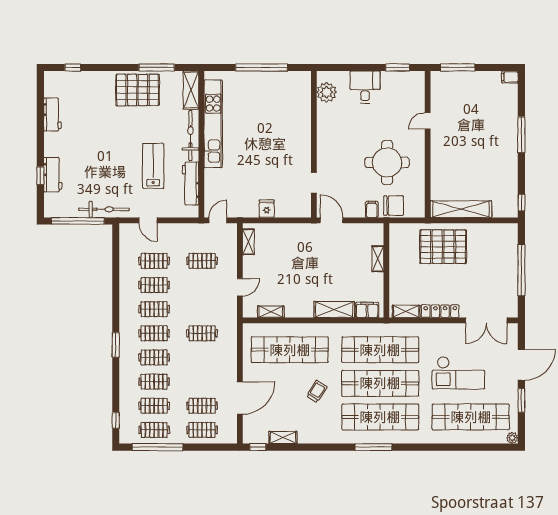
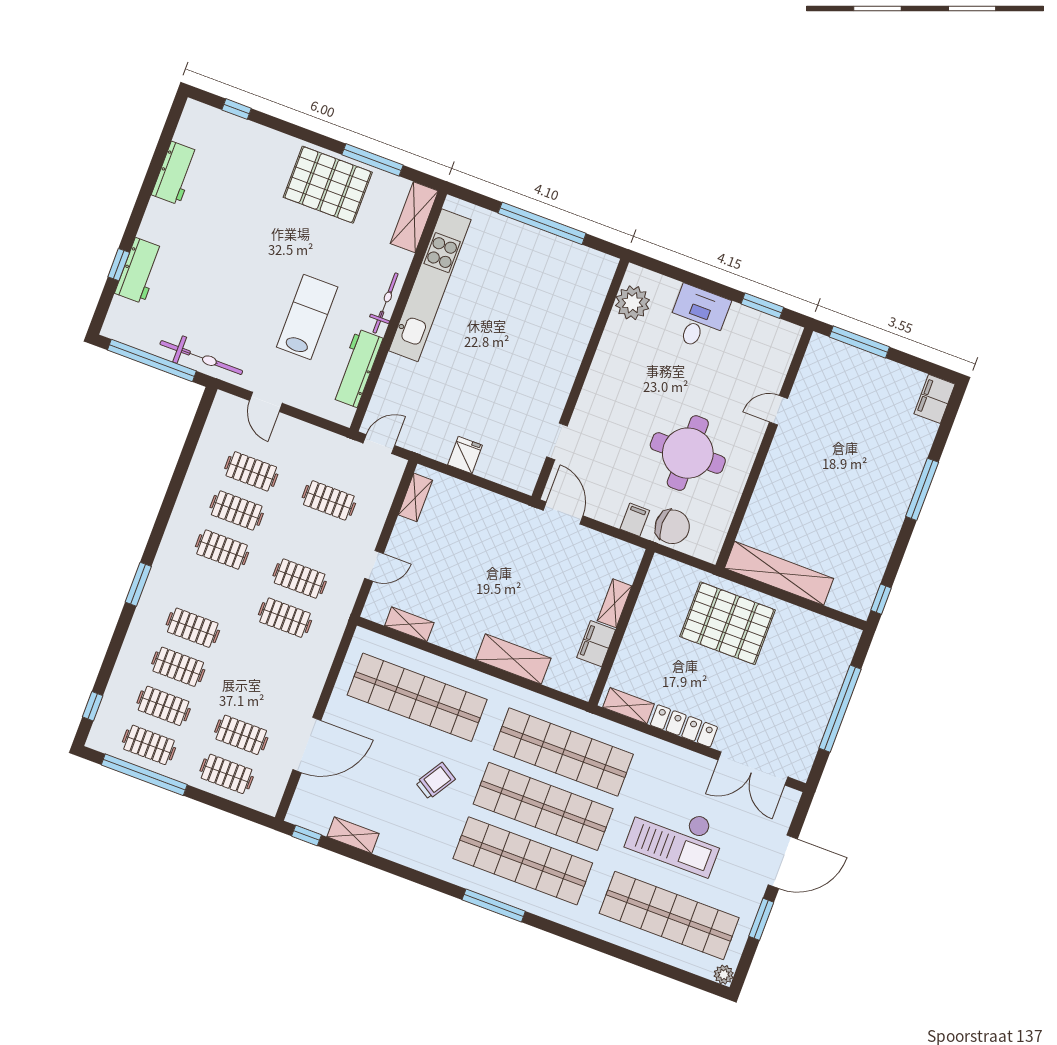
filing cabinet: (510, 77) -> (934, 399), width x2.00
bicycle: (190, 136) -> (386, 303), width x0.73, depth x0.71
filing cabinet: (367, 310) -> (596, 644), moved, turned -90
clothes rail: (154, 333) -> (300, 579), moved

